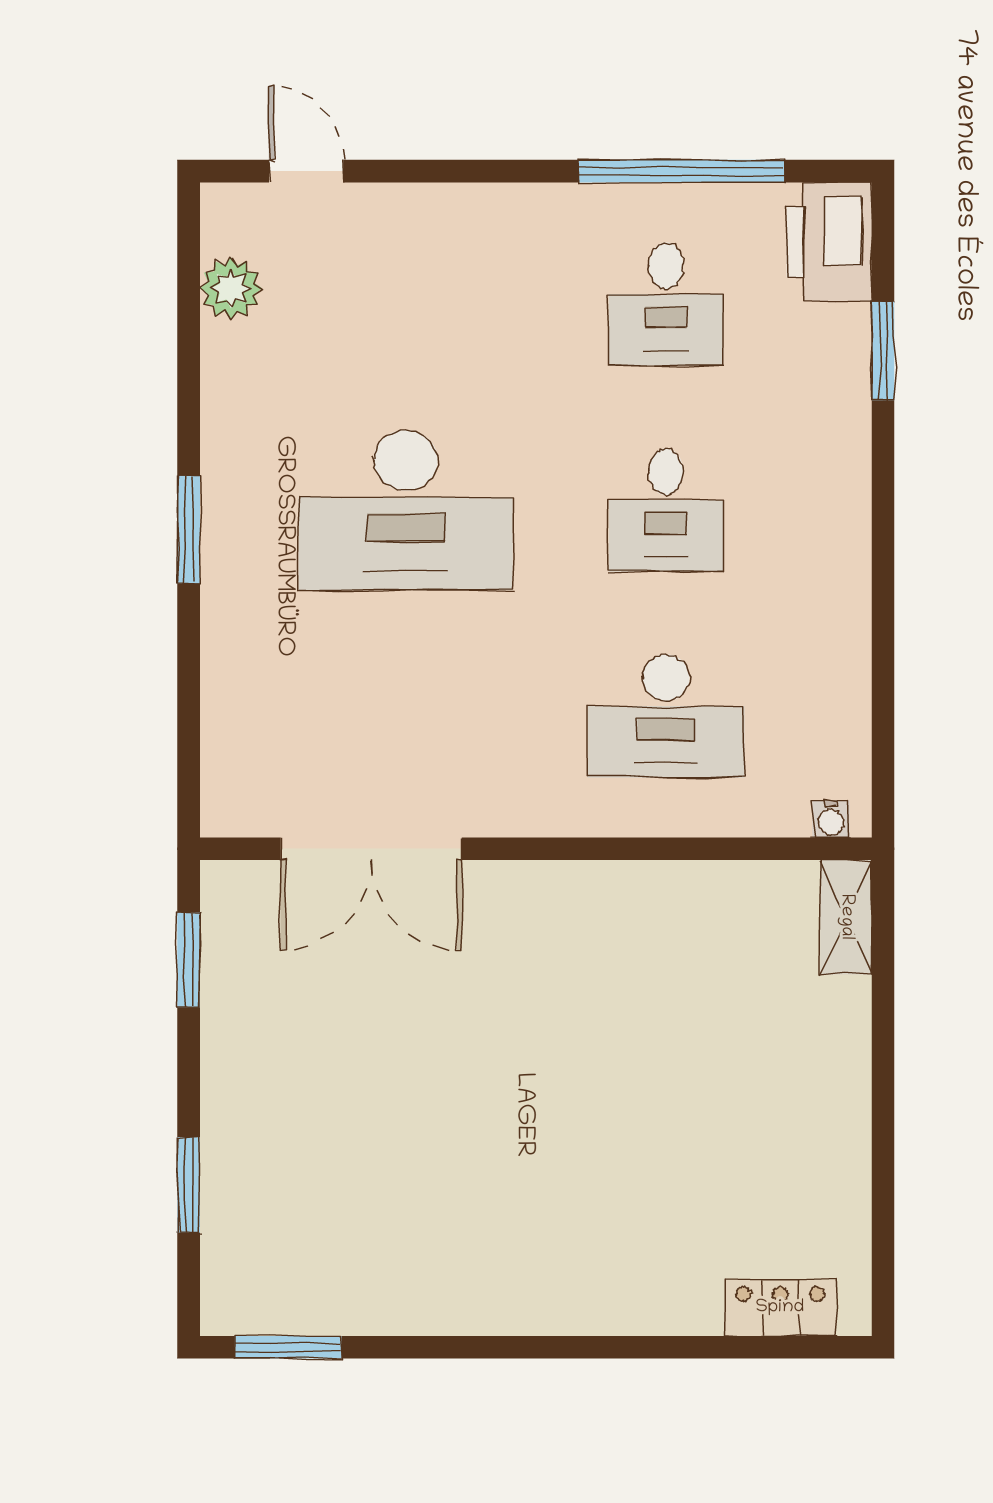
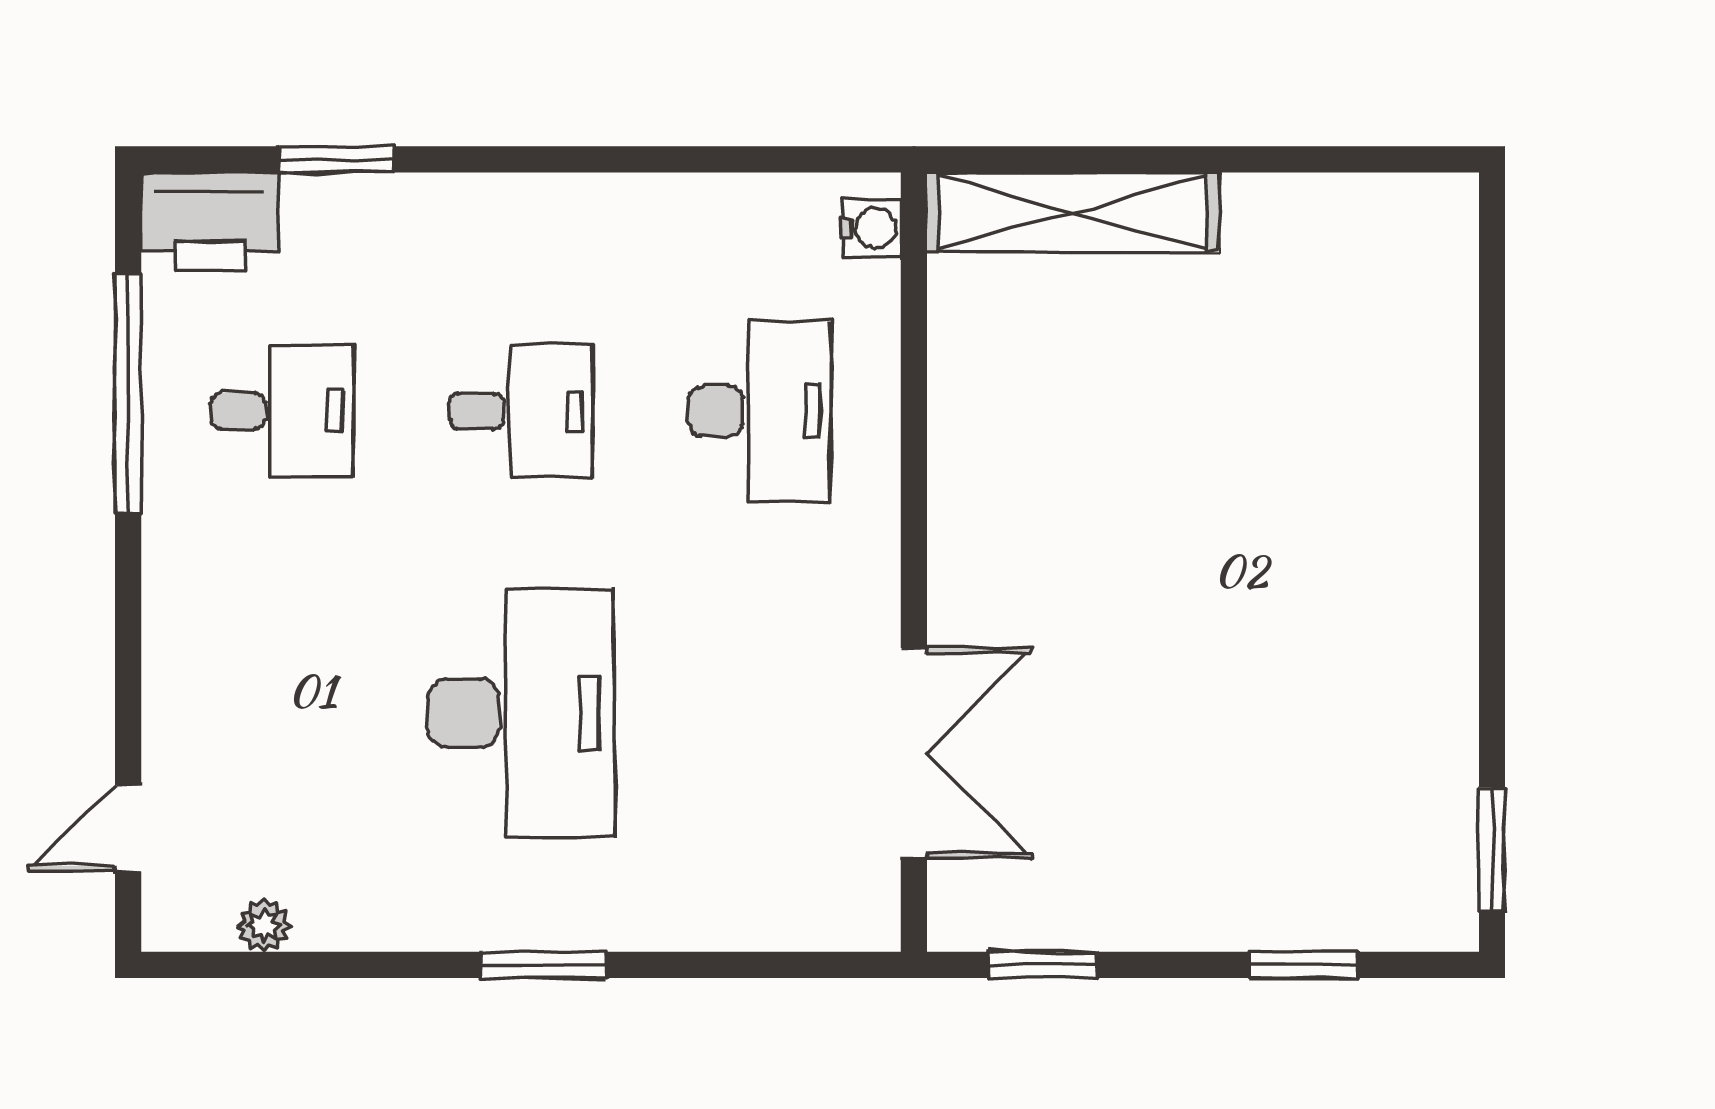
plant: (231, 288) -> (264, 926), width x0.73, depth x0.73
water cooler: (831, 819) -> (871, 228), width x1.38, depth x1.38
shelving: (846, 917) -> (1073, 212), width x2.20, depth x1.33
locker: (780, 1308) -> (1446, 278), removed

